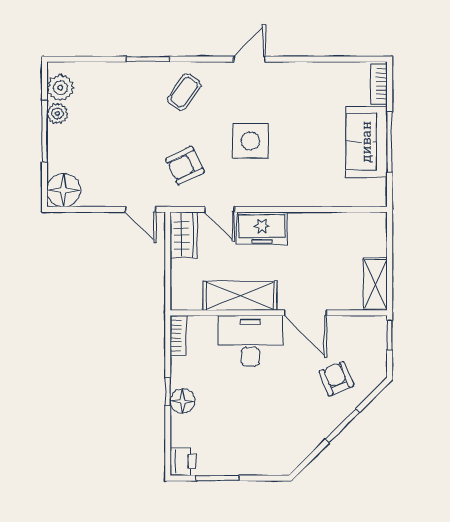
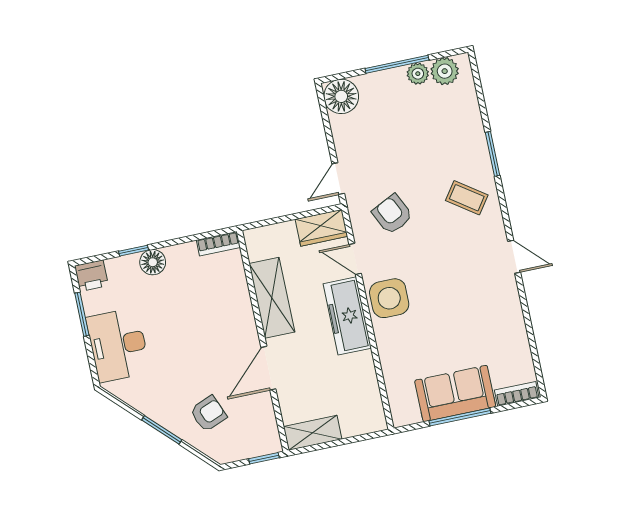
side table: (251, 141) -> (389, 298), moved
door: (220, 209) -> (355, 259), hinge flipped
freezer: (262, 228) -> (347, 316), width x1.40
desk: (250, 341) -> (118, 345), moved, turned 180
window: (168, 392) -> (134, 251), moved

